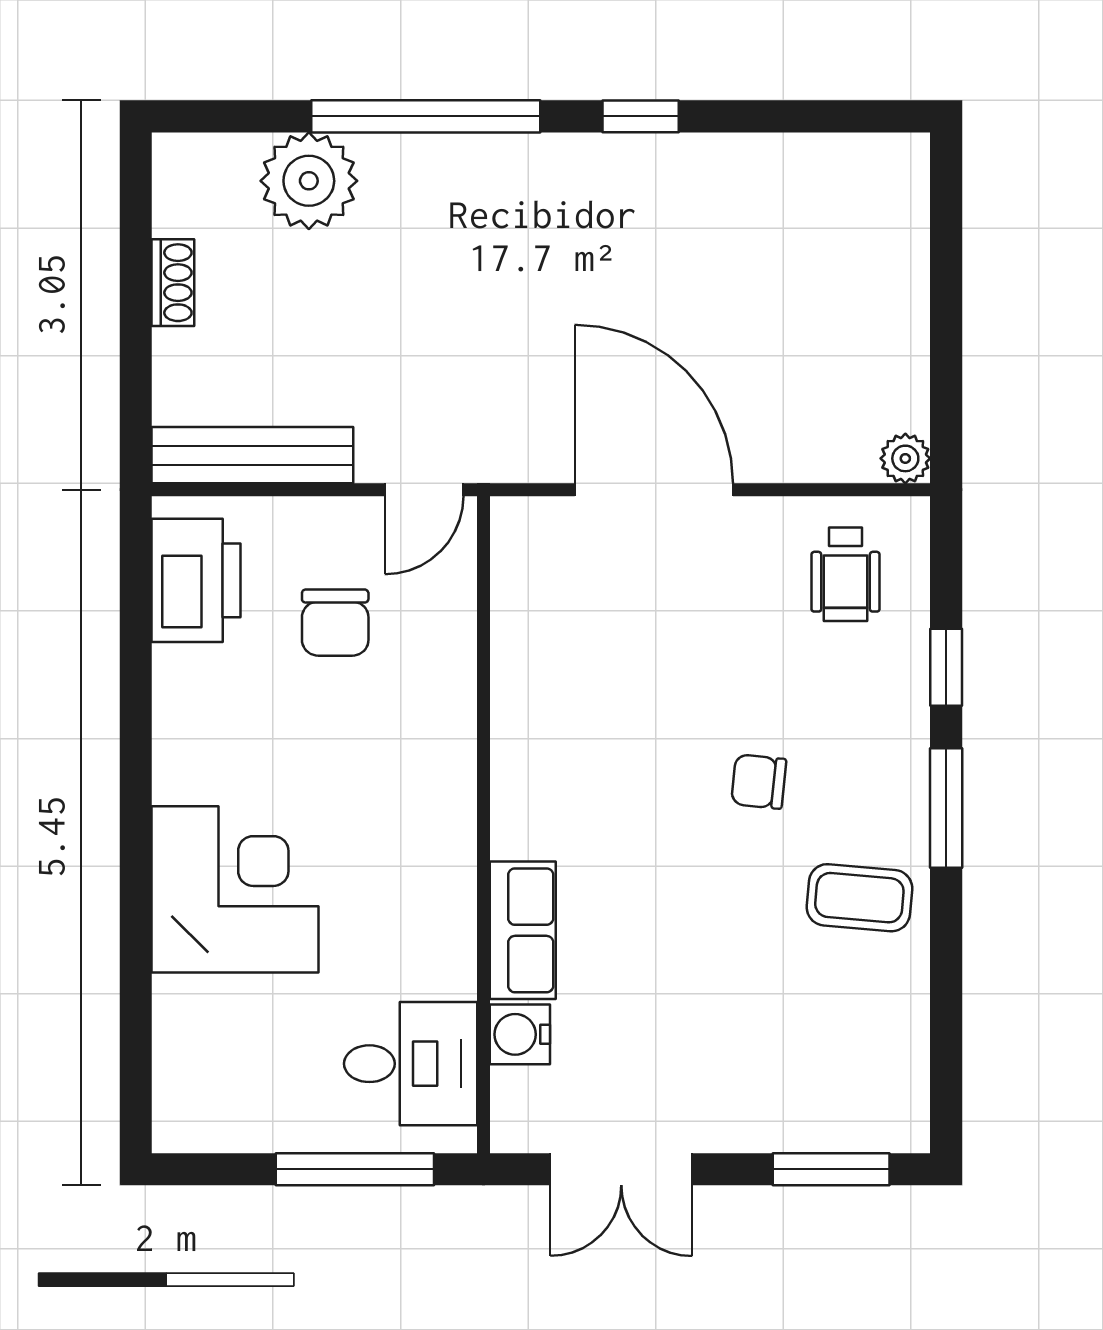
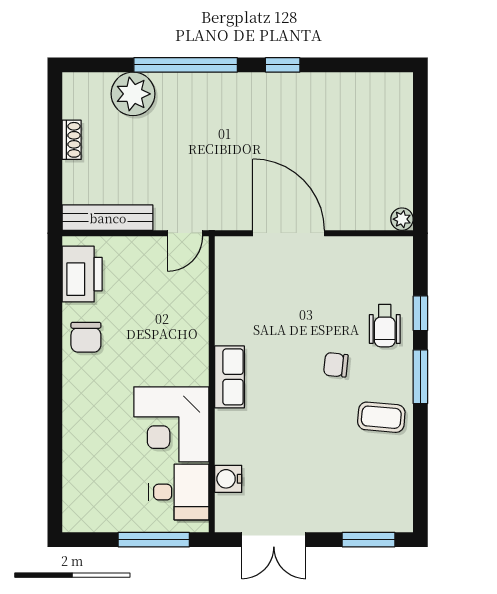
wheelchair: (846, 574) -> (385, 326), moved
chair: (335, 623) -> (86, 337), moved
corner desk: (235, 889) -> (171, 424), moved, turned 180
row of seats: (523, 930) -> (229, 377), moved

